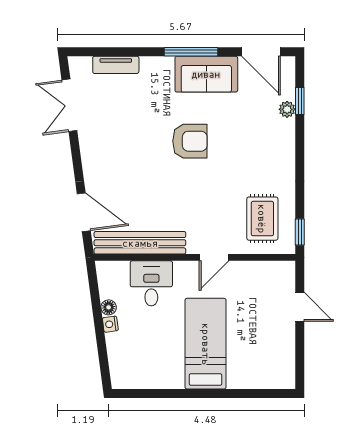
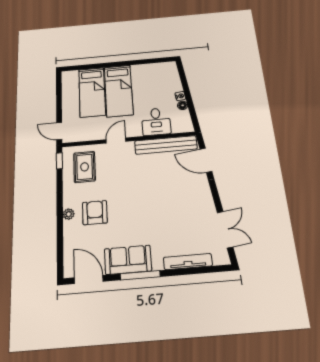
tv unit: (116, 65) -> (188, 262), width x1.41
window: (300, 101) -> (60, 246), removed
plant: (287, 109) -> (69, 214), moved
armchair: (190, 141) -> (95, 213), moved, turned 90
door: (300, 307) -> (59, 131), moved
bed: (247, 345) -> (92, 92), added

